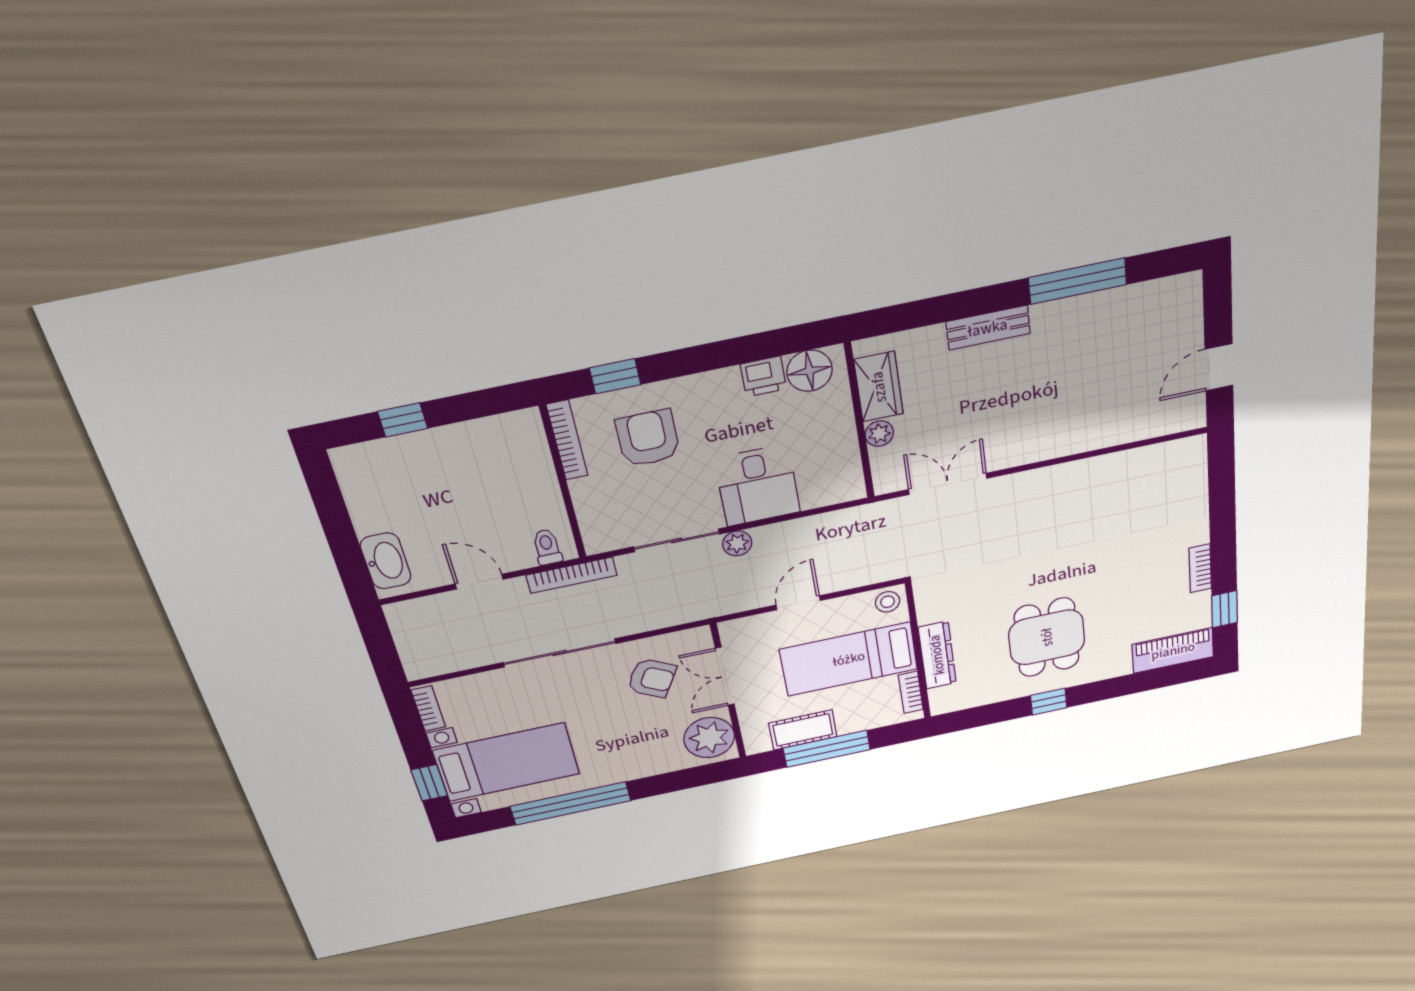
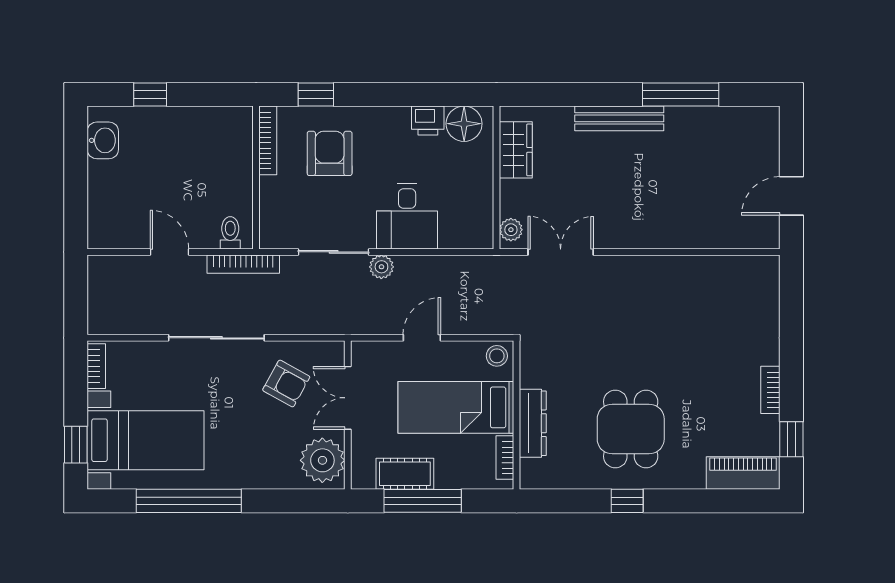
bench: (988, 328) -> (619, 118), width x1.36
plant: (879, 434) -> (511, 230), moved
washbasin: (386, 561) -> (103, 140), moved, width x0.72

